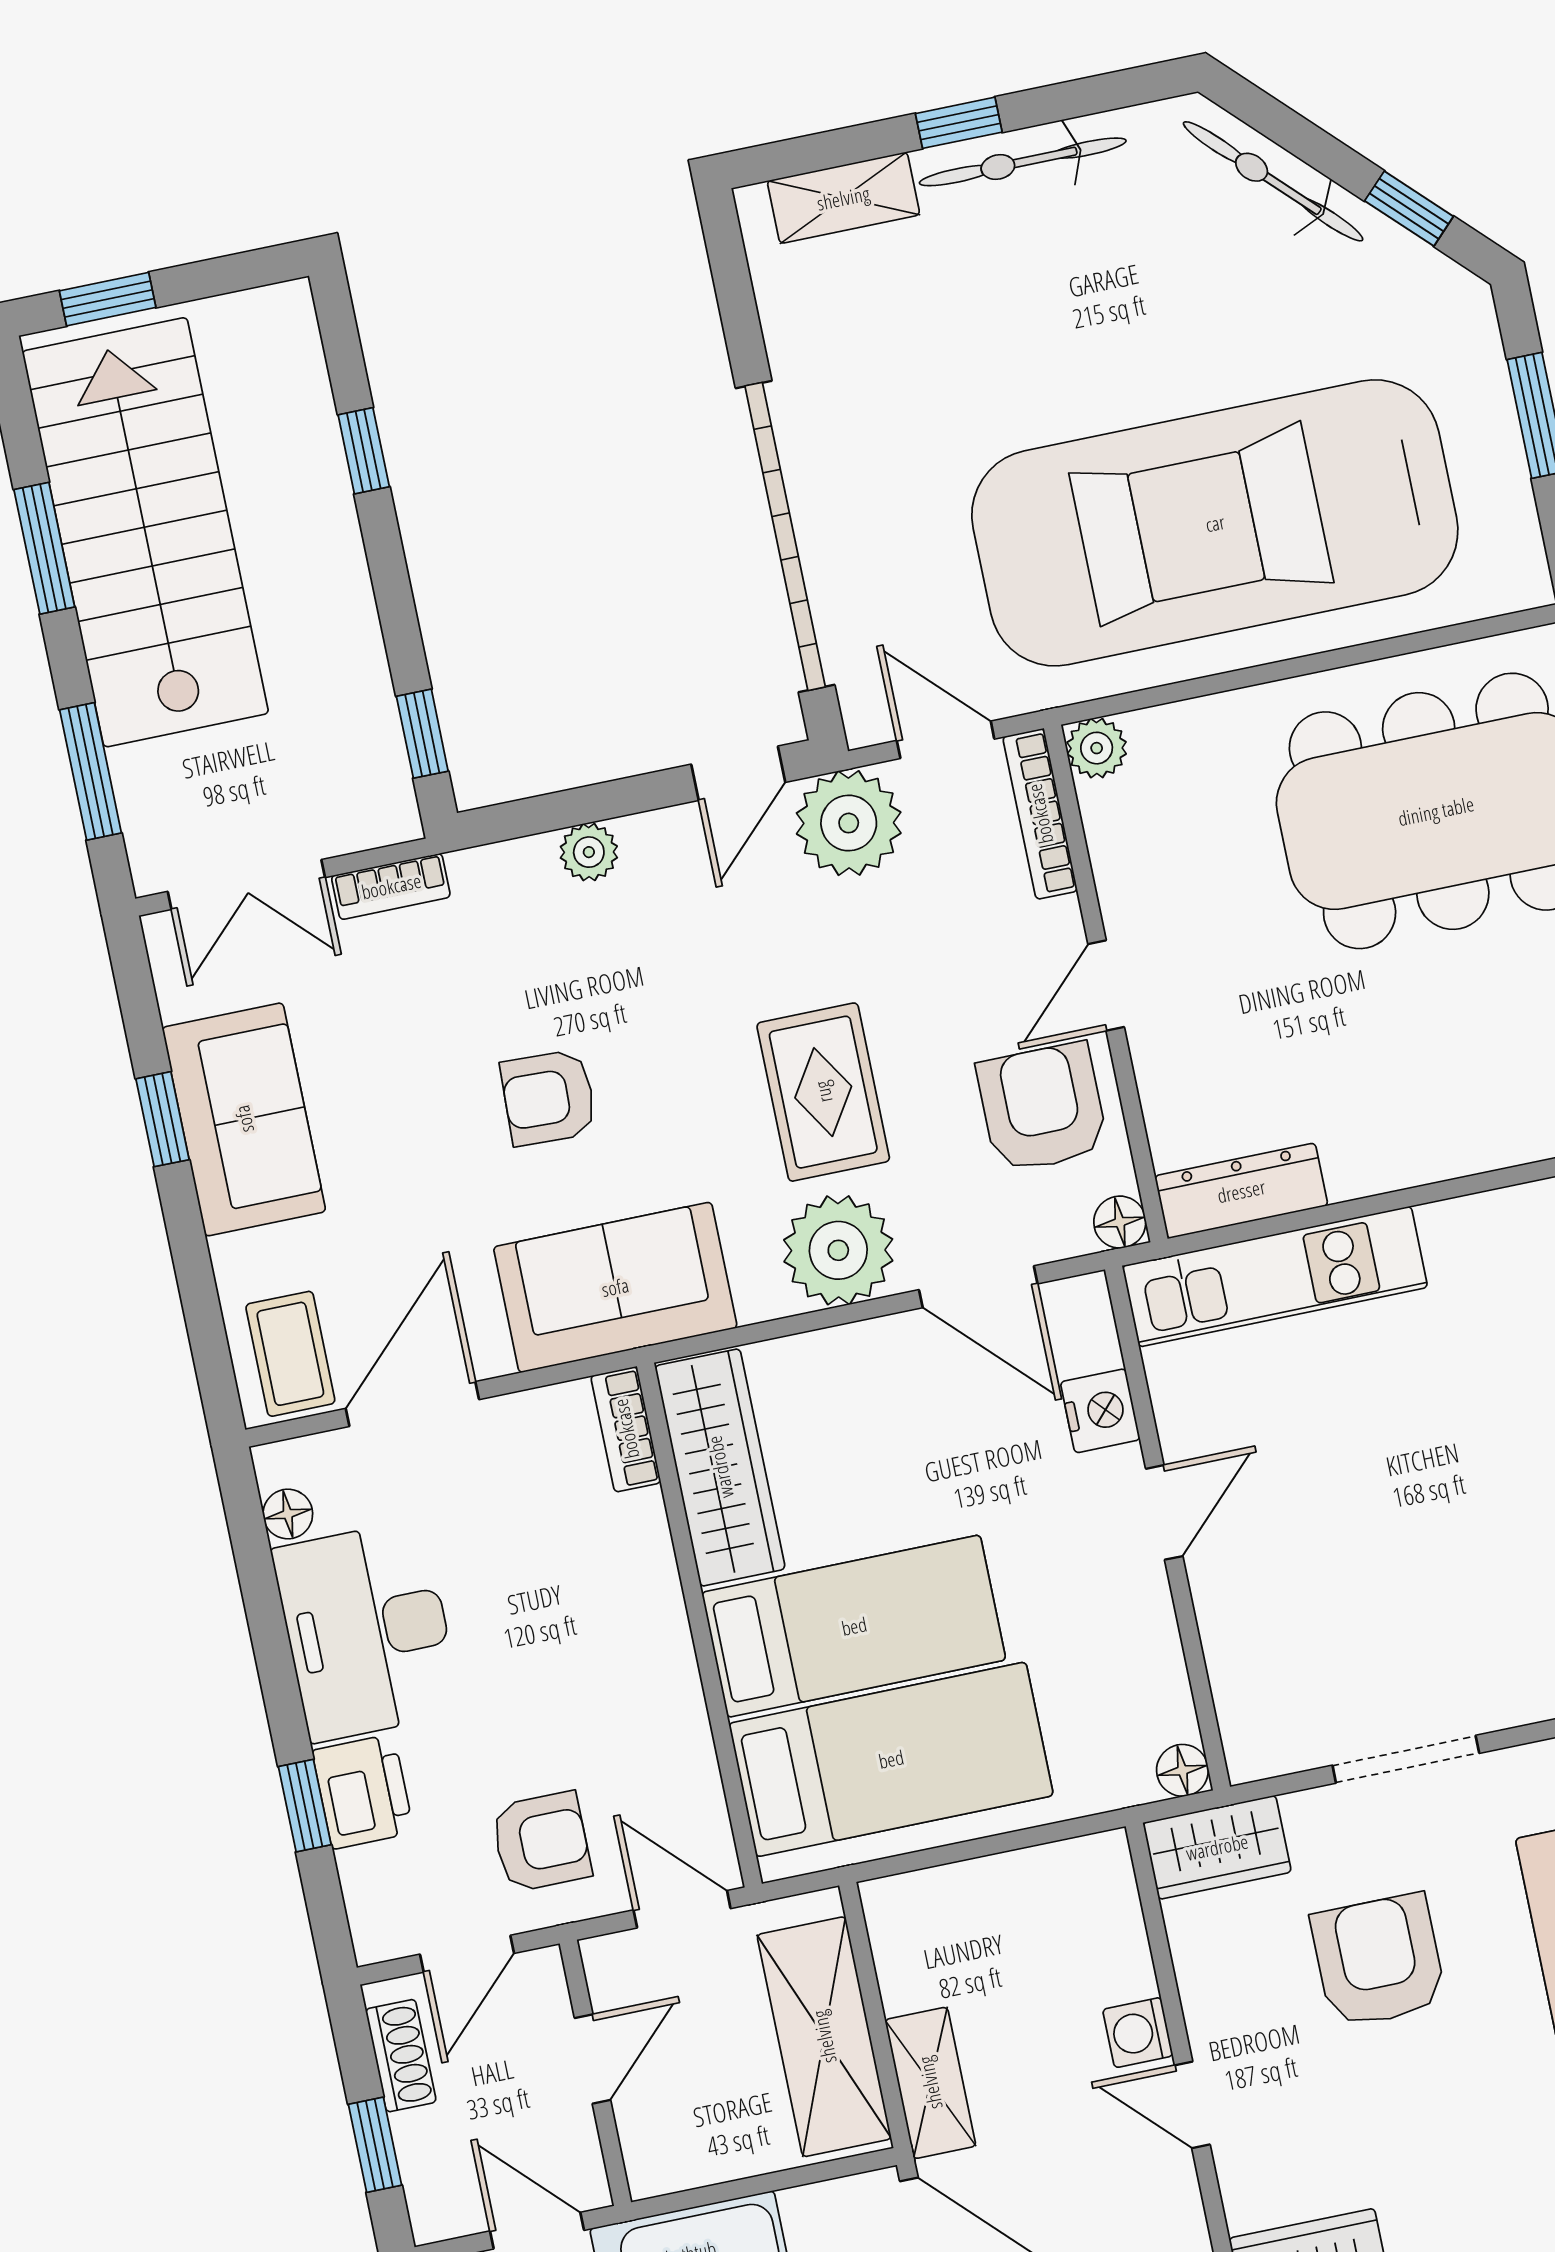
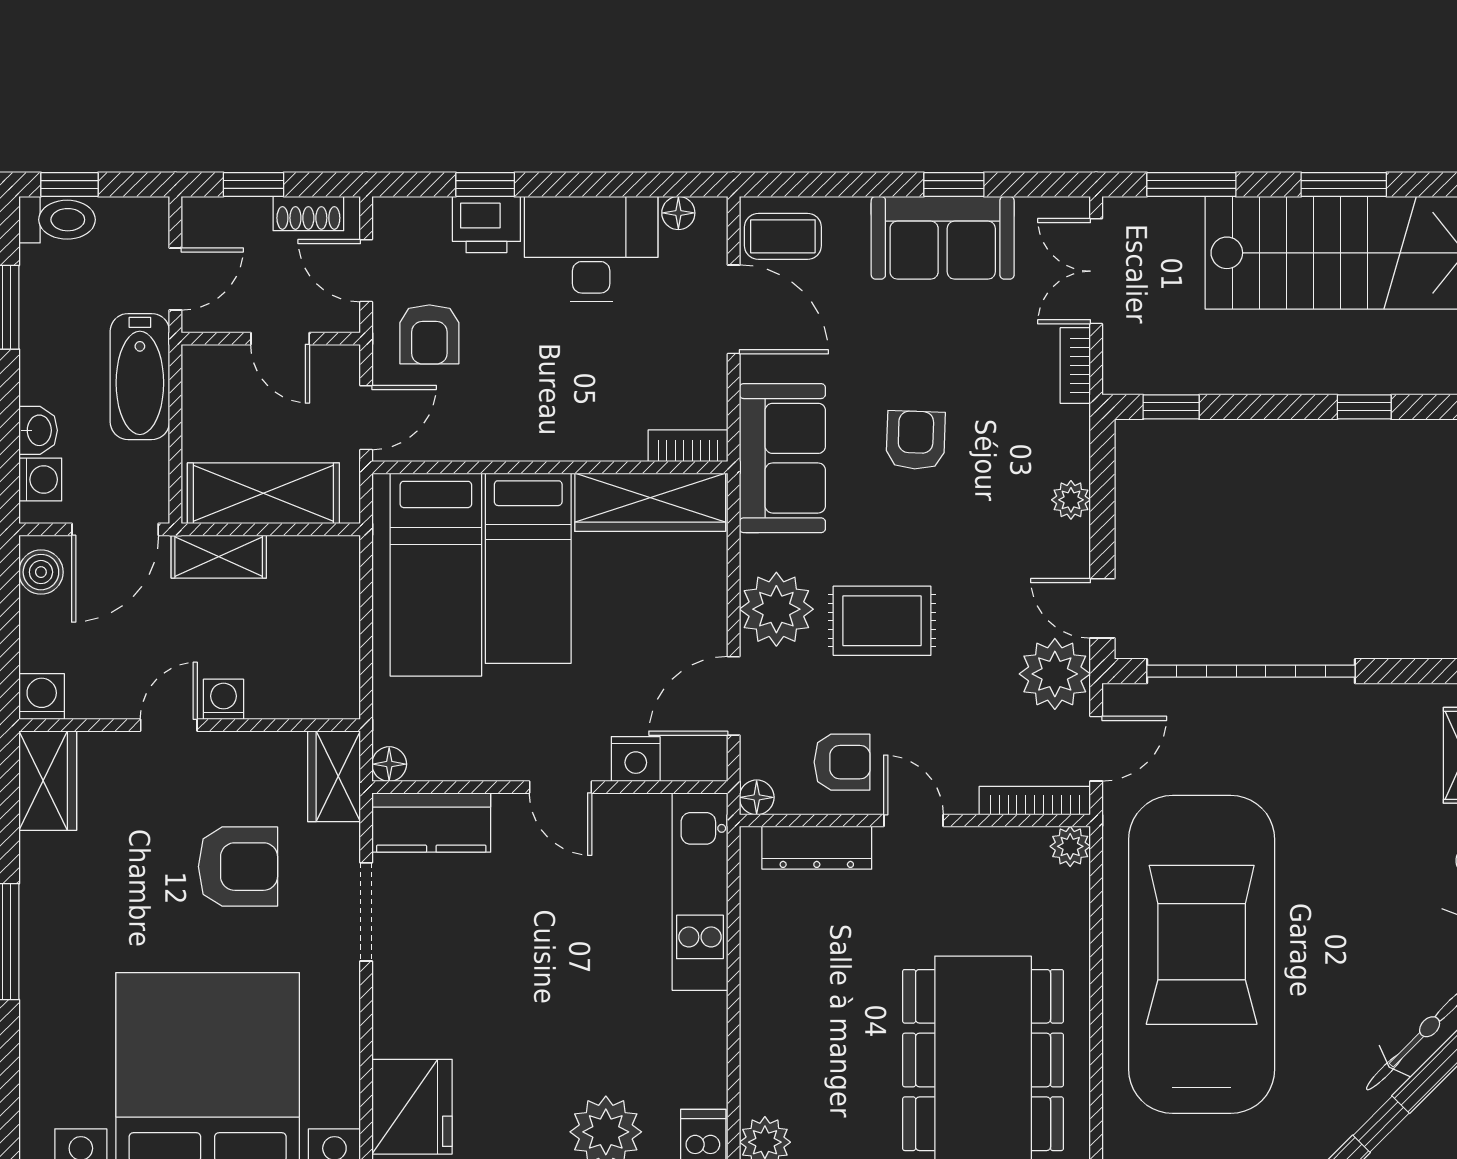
armchair: (1042, 1108) -> (842, 762), width x0.72, depth x0.72
dresser: (1241, 1191) -> (817, 848), moved, turned 90
kitchen counter: (1255, 1691) -> (431, 823), added

